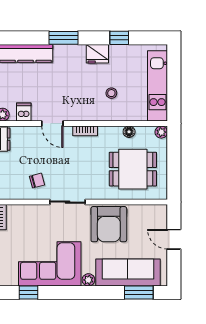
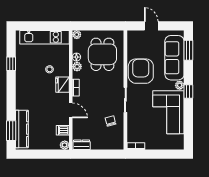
window: (64, 38) -> (11, 131), moved
fridge: (97, 54) -> (62, 85), moved, turned 180
door: (52, 124) -> (71, 110), hinge flipped
plant: (115, 133) -> (77, 67), added
armchair: (109, 224) -> (141, 71), turned -90
door: (174, 239) -> (151, 26), swing flipped
window: (29, 293) -> (188, 91), moved

